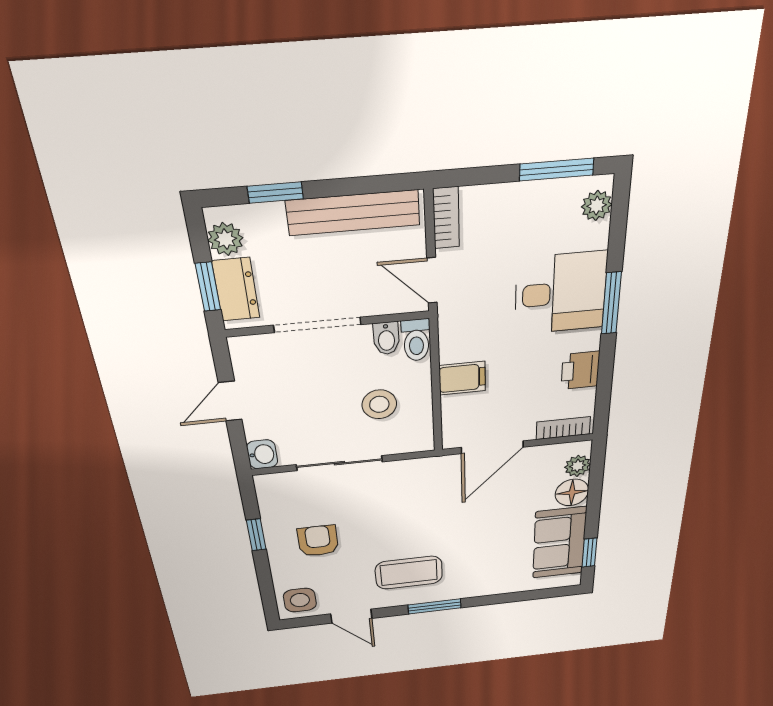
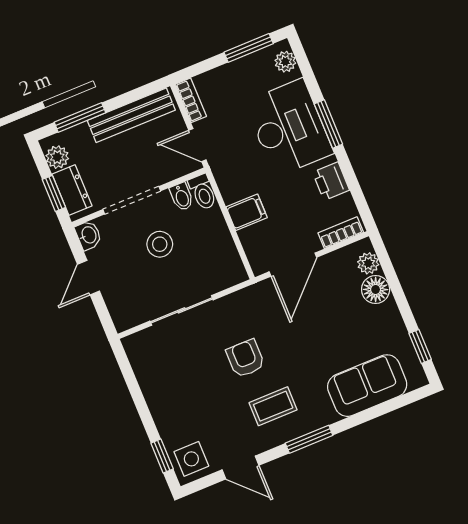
window: (275, 193) -> (80, 117), width x1.50
desk: (561, 293) -> (289, 128), width x1.37
stool: (379, 404) -> (160, 244), moved
washbasin: (262, 454) -> (88, 235), moved
window: (256, 535) -> (162, 456), moved
armchair: (318, 541) -> (245, 358), moved
sofa: (559, 543) -> (367, 386), moved, turned 90
coffee table: (409, 573) -> (273, 406), width x0.73, depth x0.77

